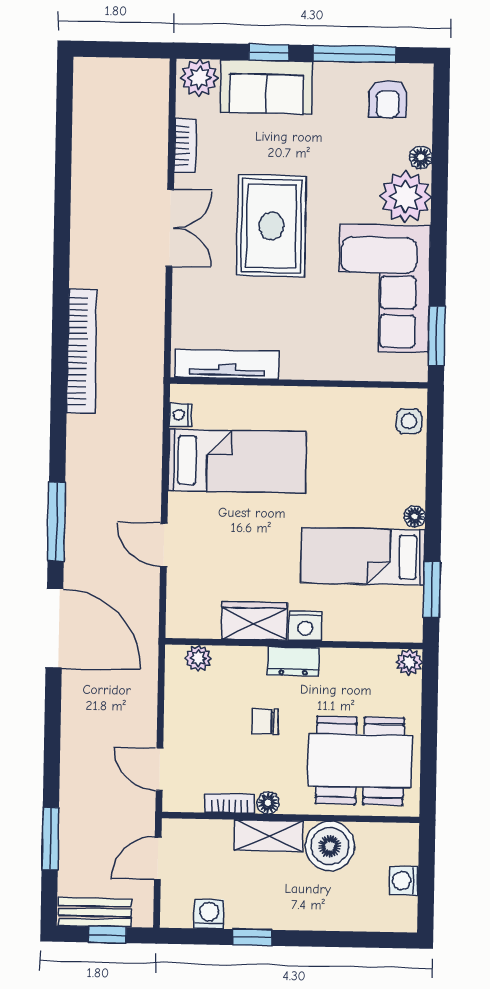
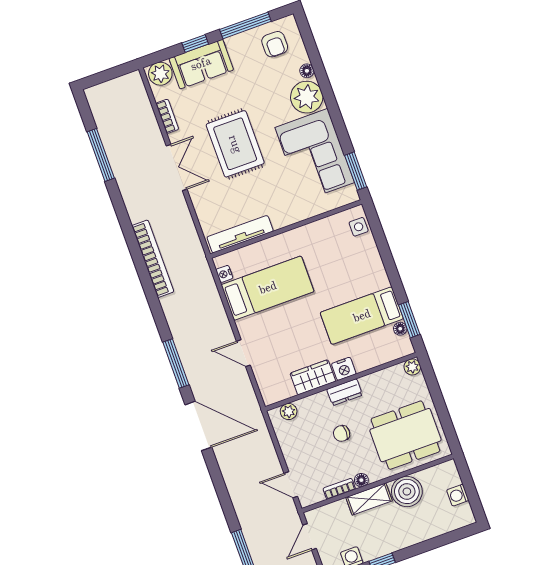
window: (63, 165) -> (101, 155), added
floor lamp: (415, 516) -> (400, 329), moved

